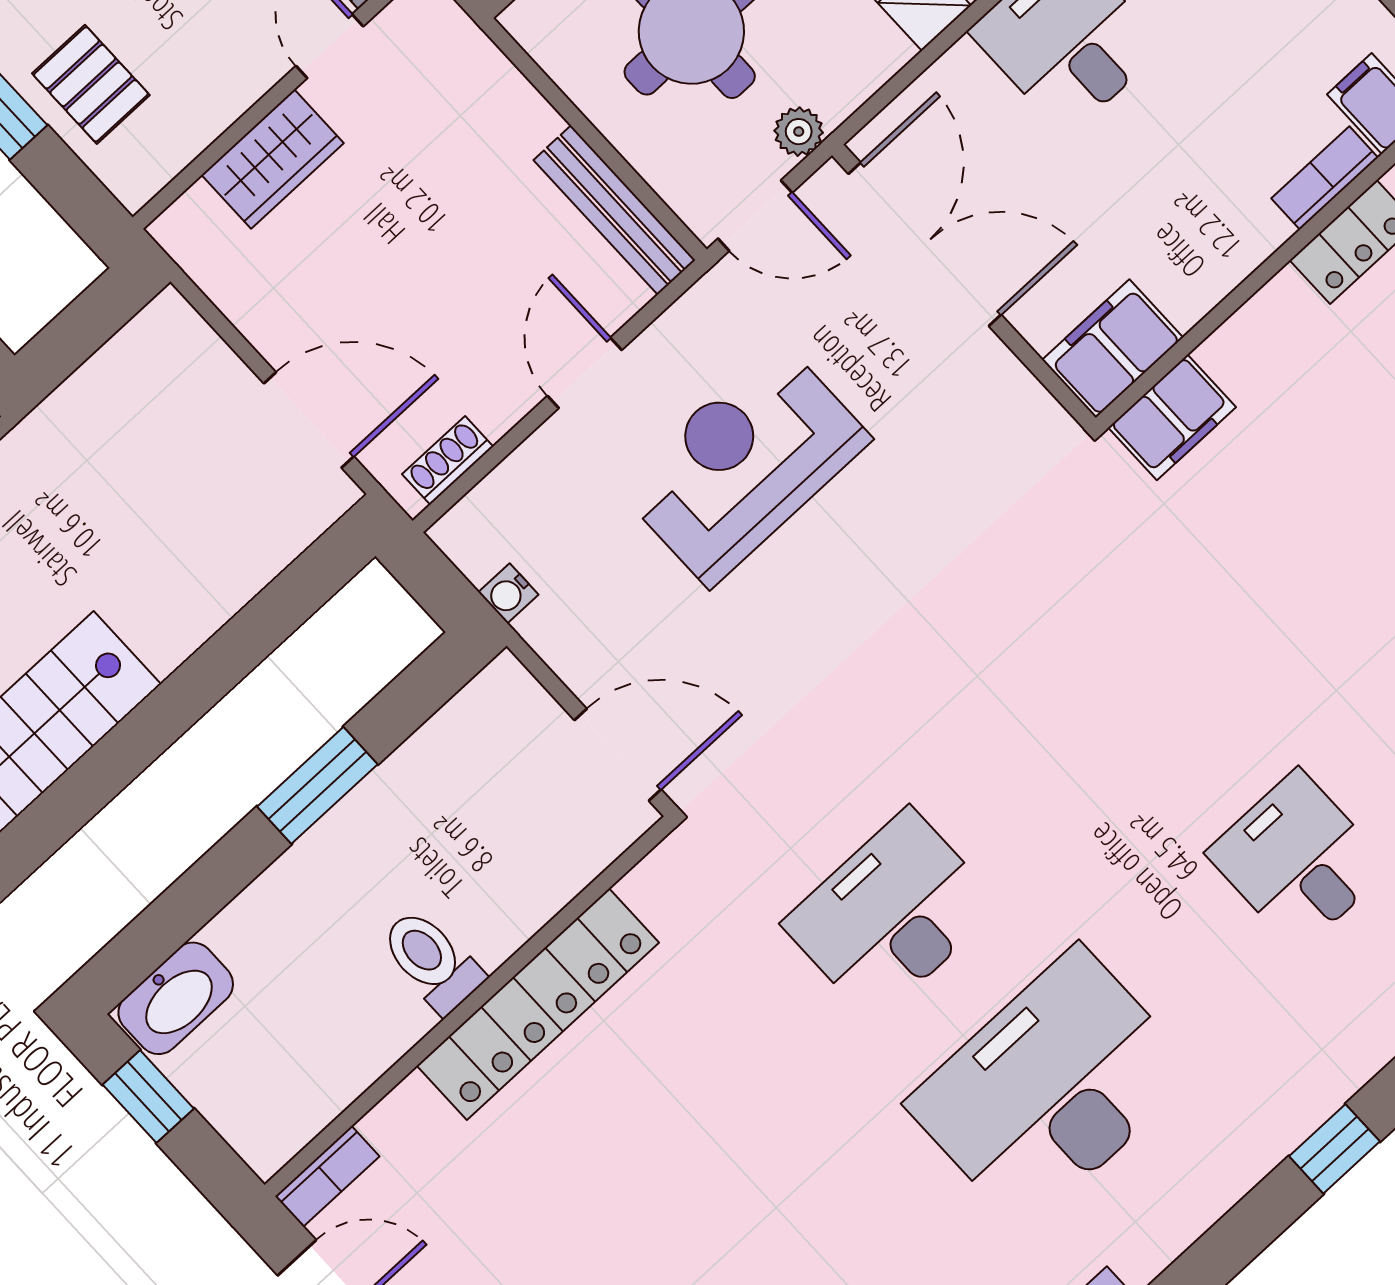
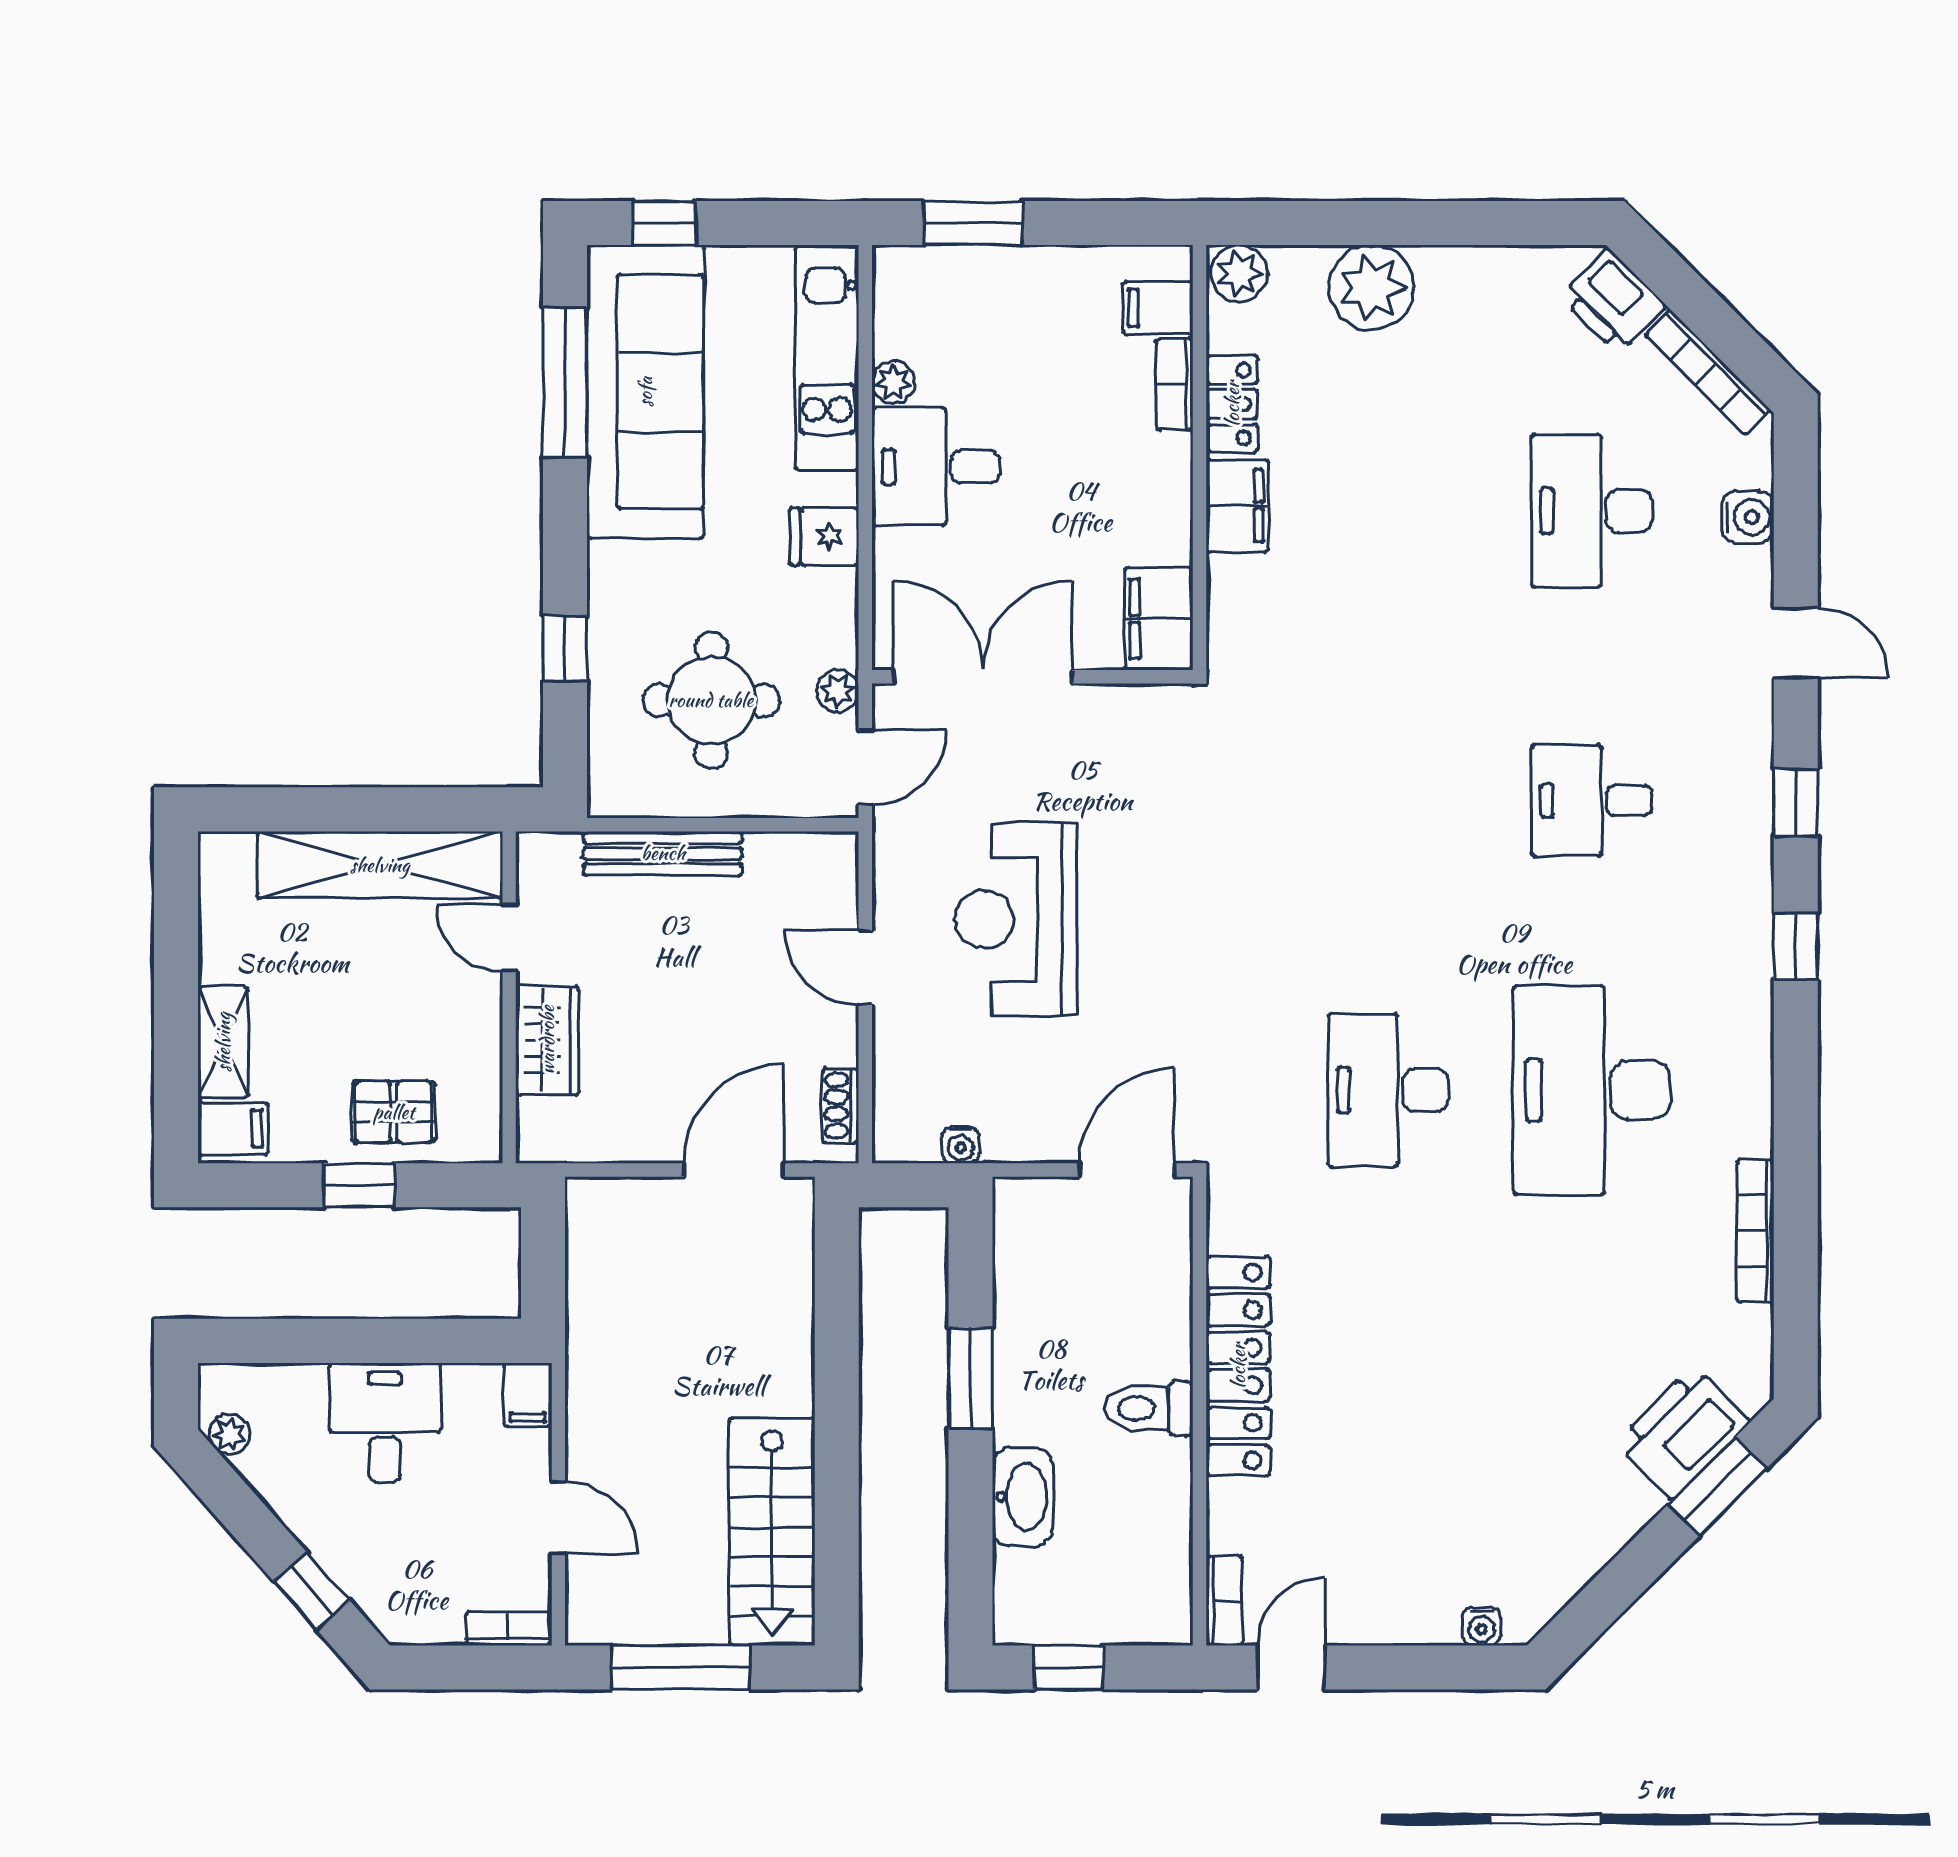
bench: (614, 210) -> (663, 853), moved
filing cabinet: (1172, 417) -> (1237, 506), moved
washbasin: (176, 998) -> (1023, 1497), moved

